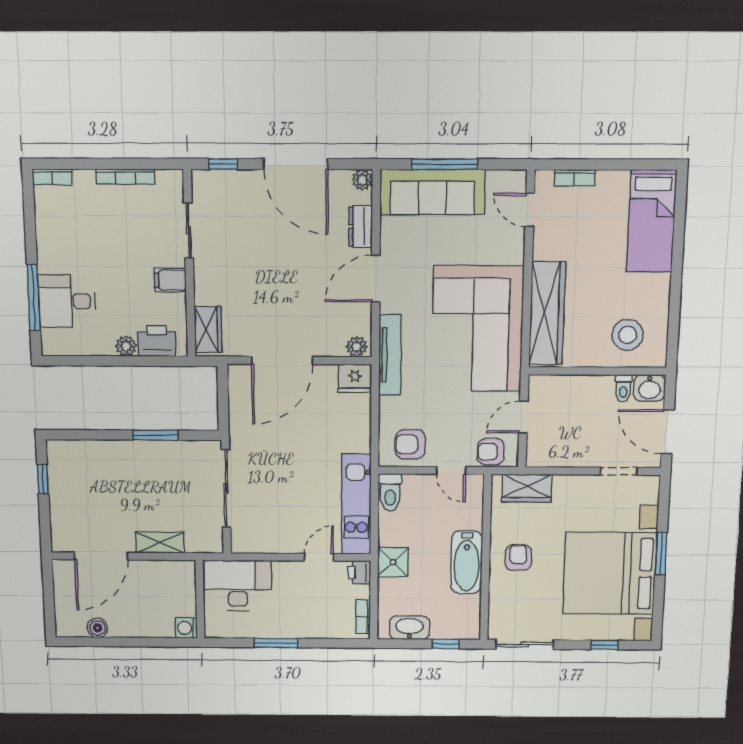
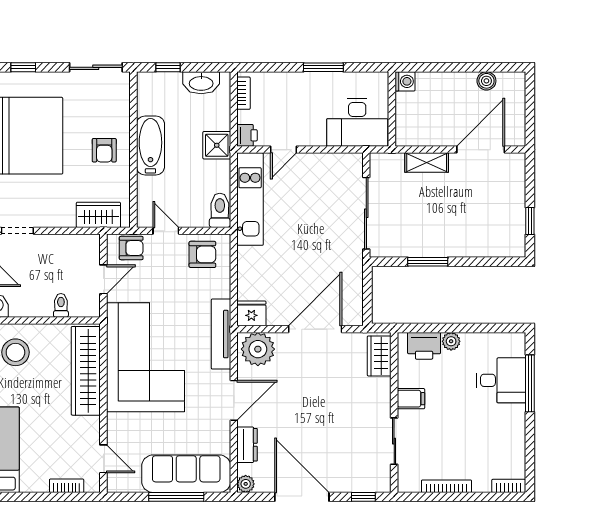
plant: (357, 347) -> (258, 349), width x1.87, depth x1.87
toilet: (623, 388) -> (61, 305), moved

